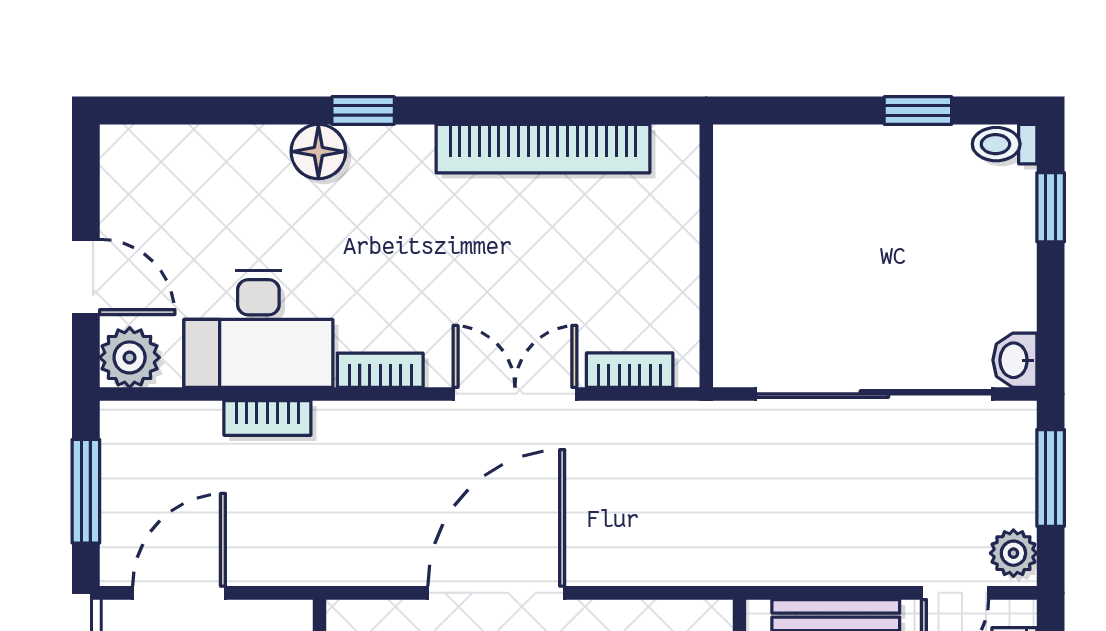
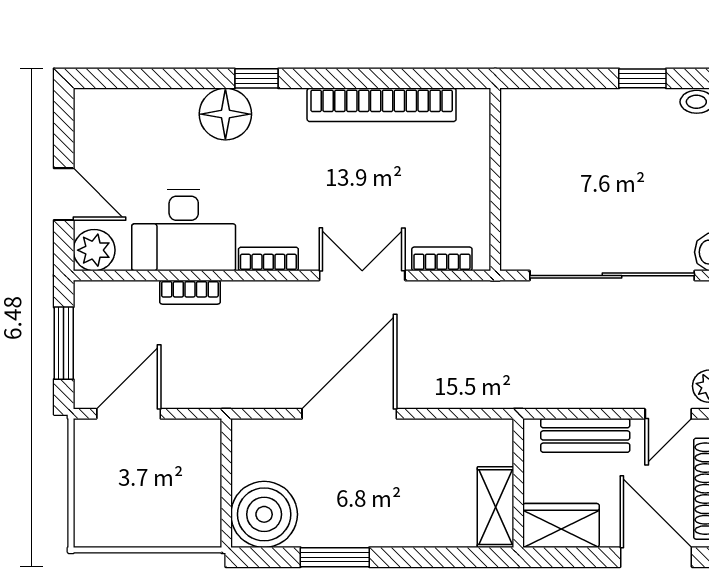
floor lamp: (318, 152) -> (225, 114), width x1.38, depth x1.38

